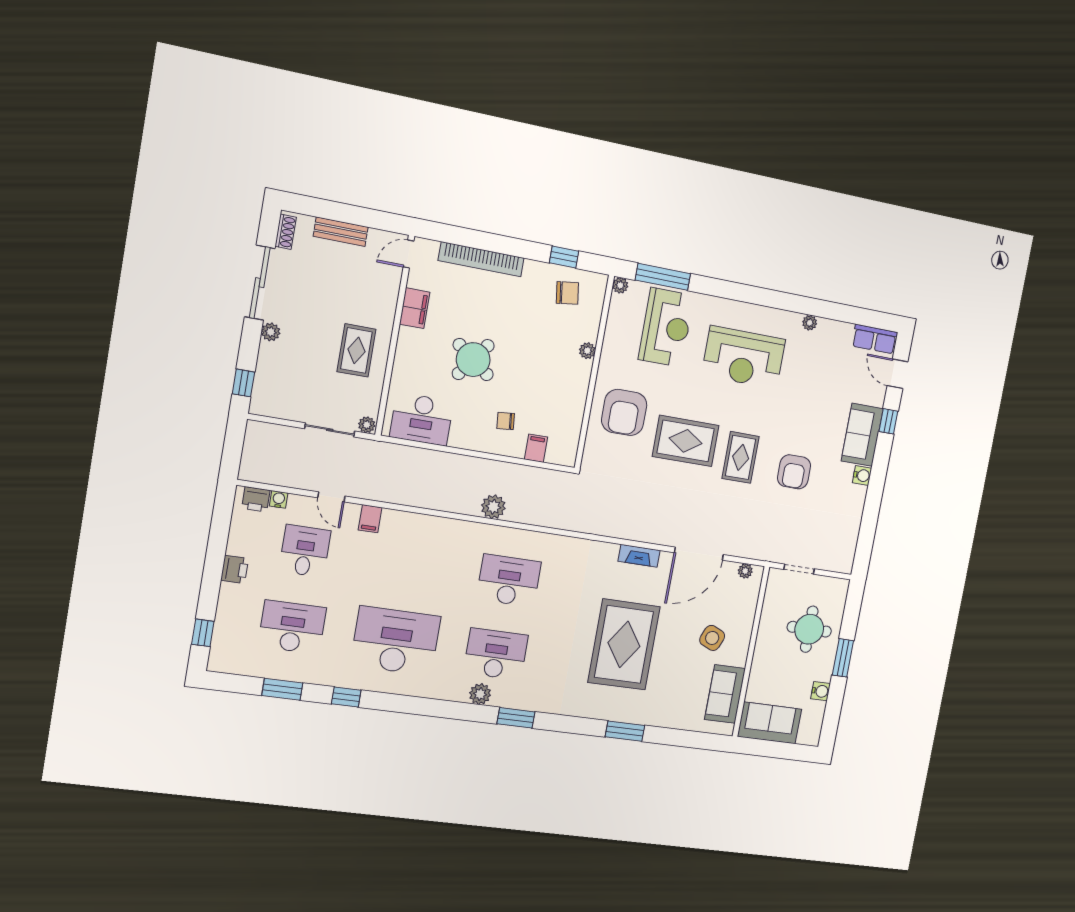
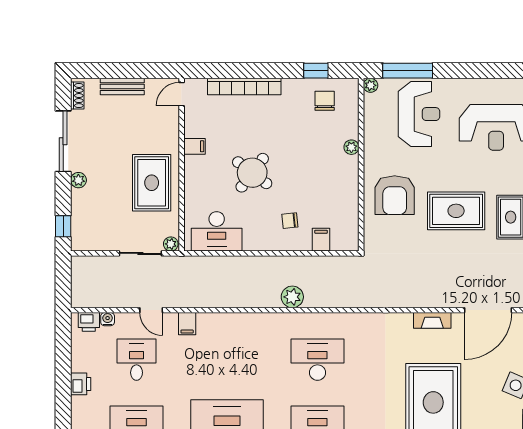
chair: (567, 293) -> (325, 101), turned -82
filing cabinet: (415, 308) -> (195, 146), width x0.50
rug: (356, 350) -> (152, 183), width x1.36, depth x1.43

